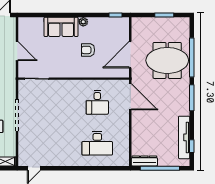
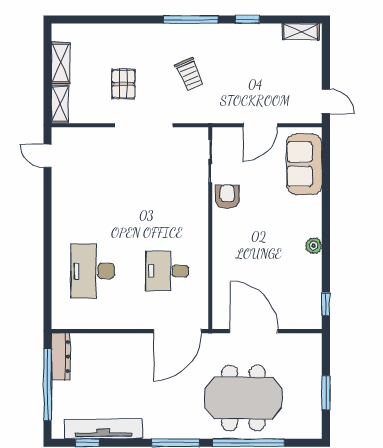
sofa: (61, 27) -> (304, 164), moved
armchair: (88, 50) -> (227, 197), moved
meeting table: (167, 60) -> (243, 398), turned 90

